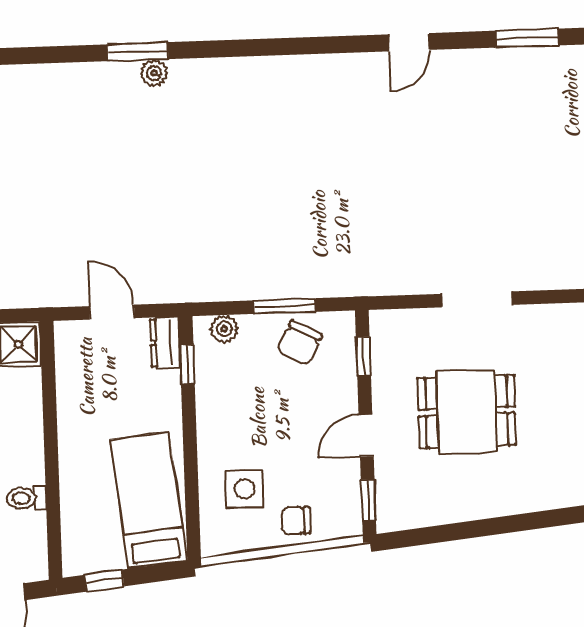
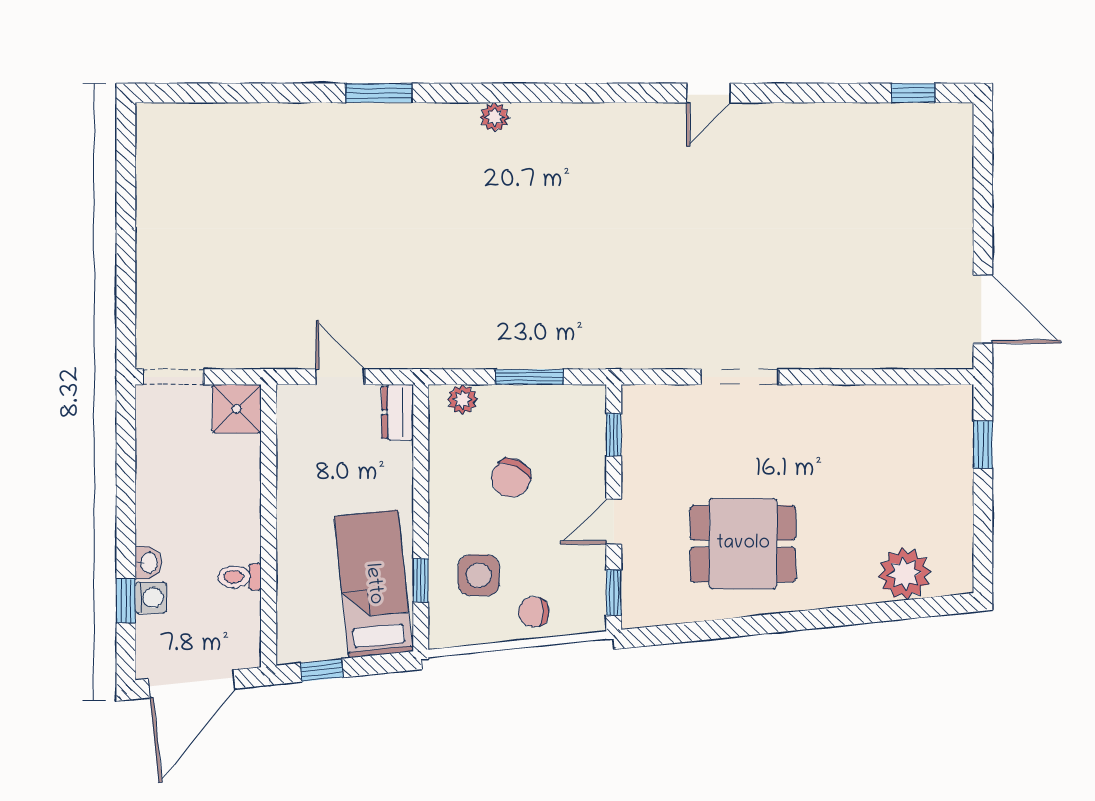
window: (527, 38) -> (805, 93), removed
door: (409, 42) -> (709, 93), moved
plant: (154, 73) -> (495, 117), moved
chair: (300, 343) -> (511, 478), moved
window: (187, 365) -> (421, 580), moved
dining table: (467, 412) -> (743, 544), moved

